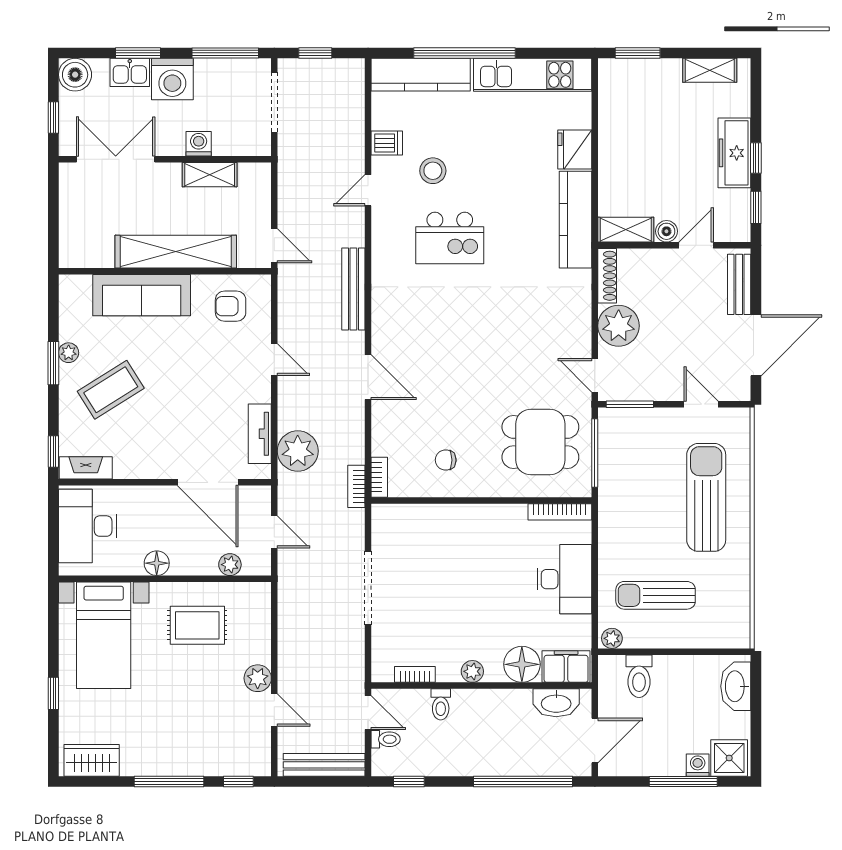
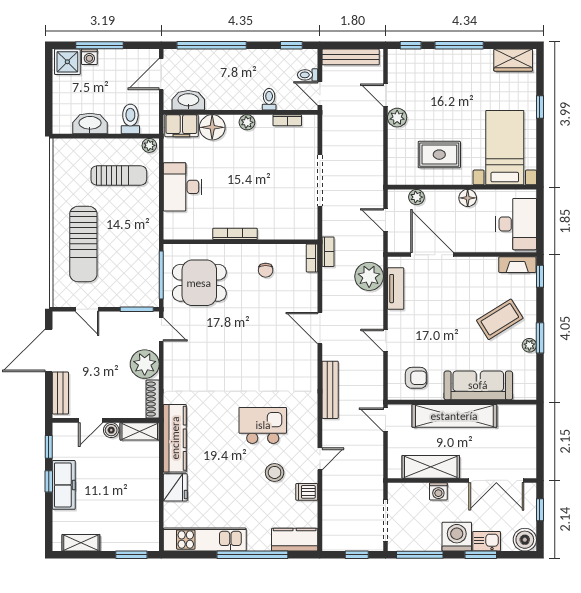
kitchen counter: (421, 75) -> (295, 540), width x0.67
shelving: (210, 175) -> (431, 467), width x1.50, depth x1.33
chair: (446, 460) -> (266, 270), turned 90
bookcase: (560, 512) -> (235, 234), moved
washbasin: (736, 686) -> (90, 123), moved, turned -90

